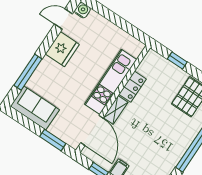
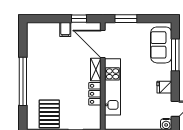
fridge: (62, 49) -> (164, 87), width x0.53, depth x0.75
sofa: (35, 108) -> (161, 45), moved, turned 90

